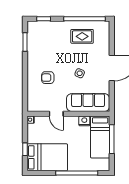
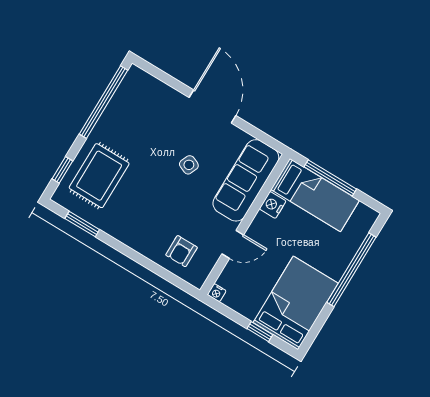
rug: (82, 36) -> (99, 176), moved, width x1.36, depth x1.43
armchair: (48, 78) -> (181, 251), moved

